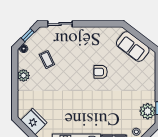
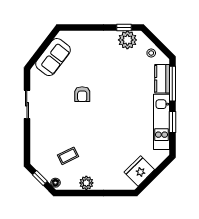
sliding door: (60, 24) -> (27, 104), moved

